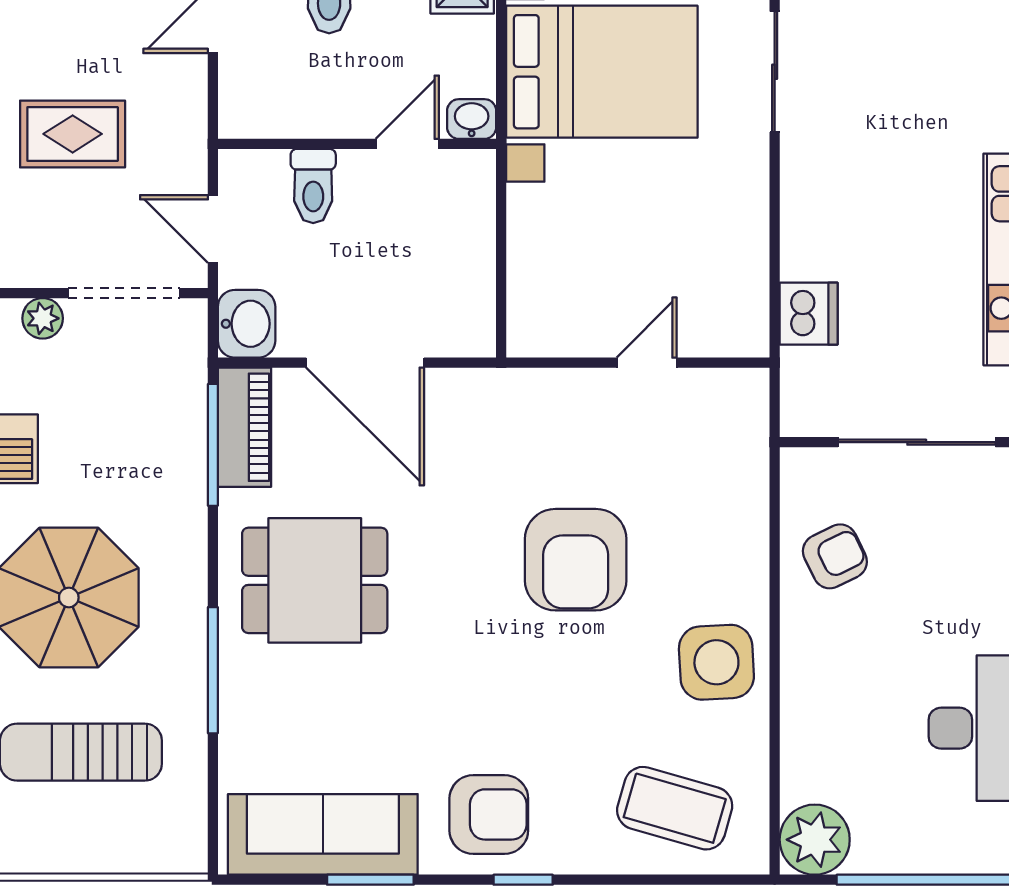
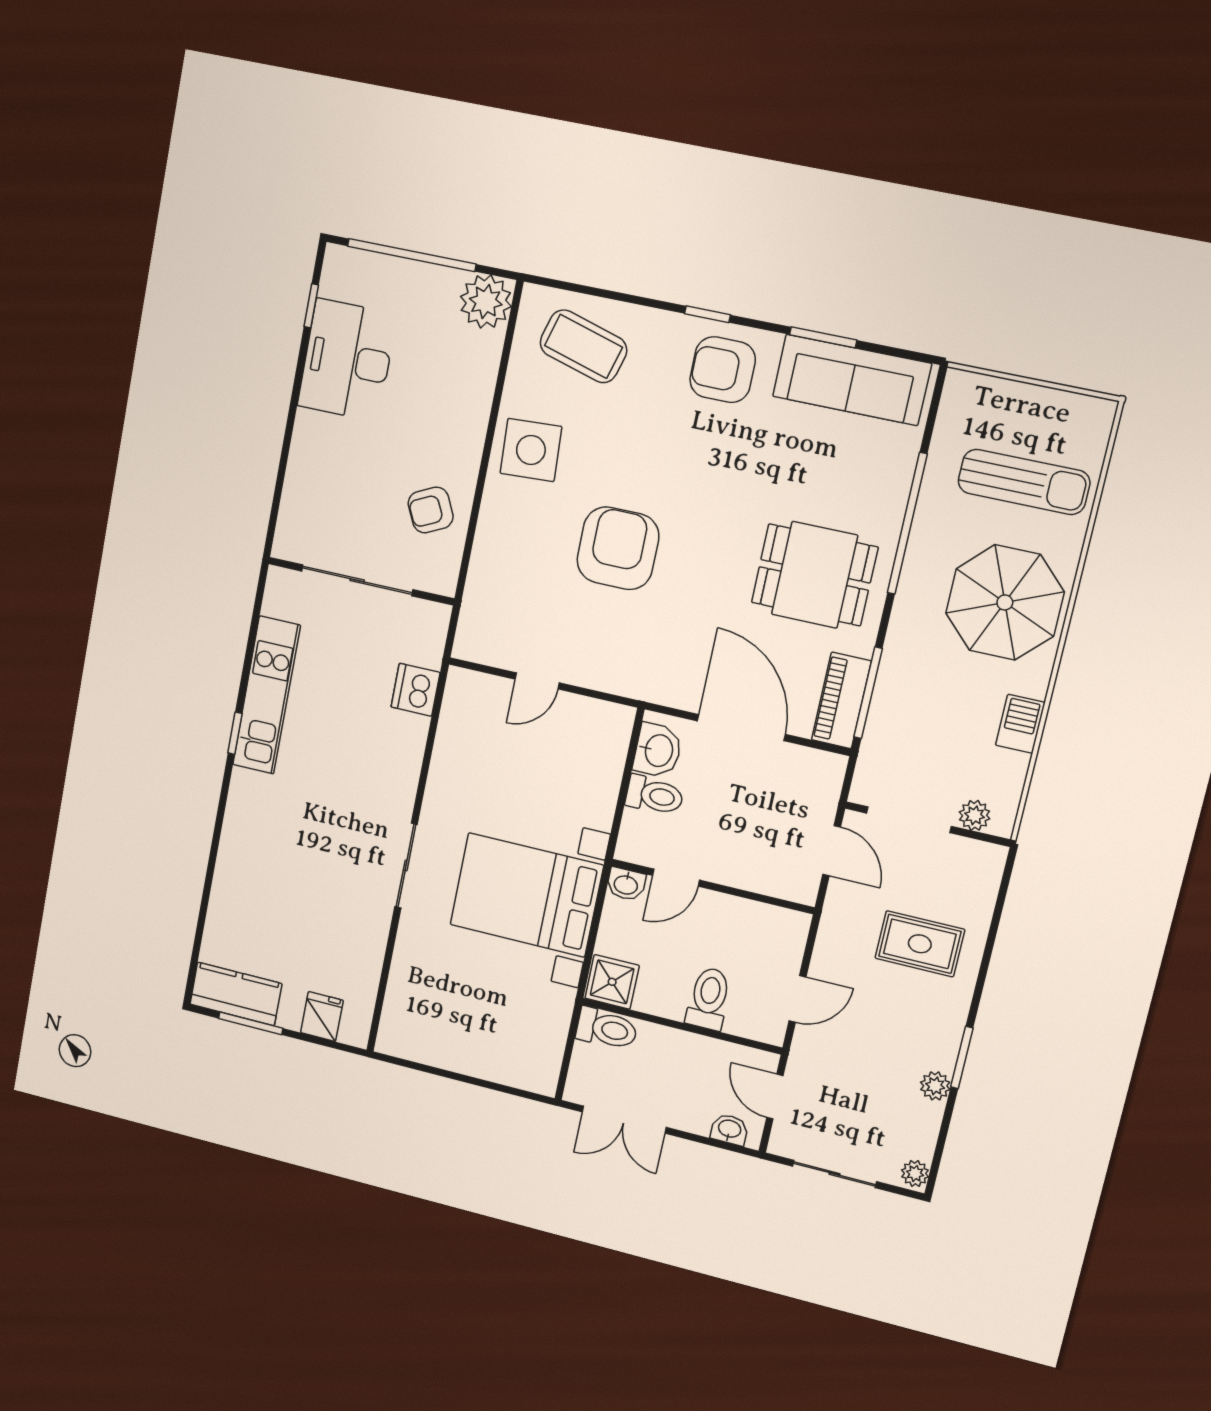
toilet: (313, 186) -> (654, 795), moved, turned 90
washbasin: (247, 324) -> (658, 750), moved, turned 180
window: (213, 670) -> (907, 523), width x1.46

